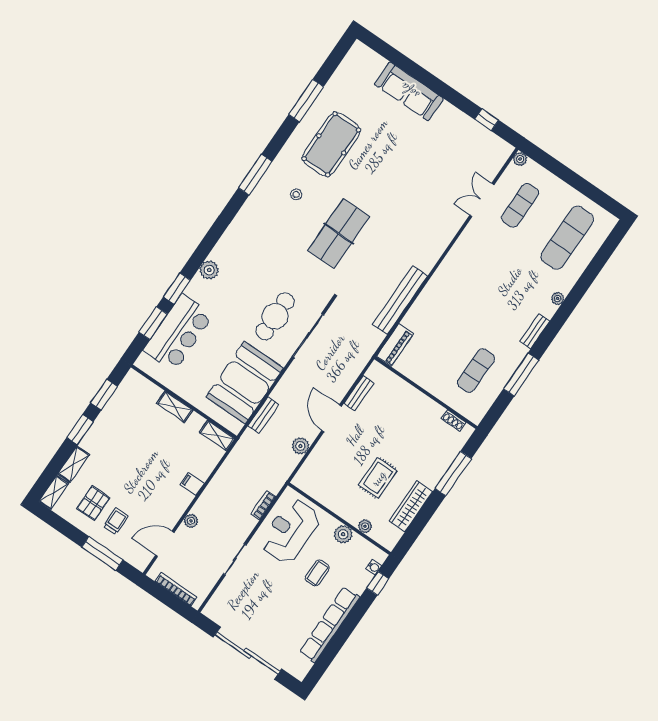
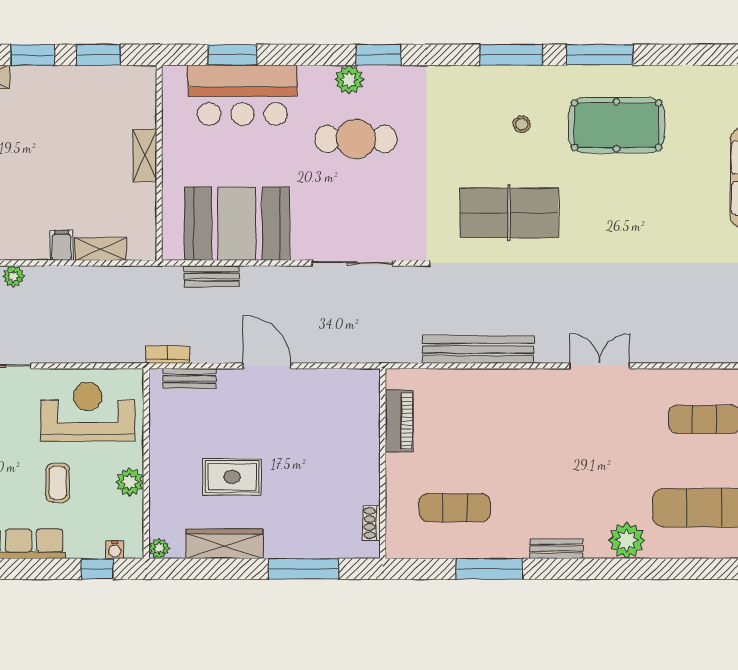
window: (306, 101) -> (600, 55), moved
double door: (482, 200) -> (600, 366), moved
window: (177, 289) -> (378, 55), moved
plant: (558, 299) -> (627, 540), width x1.88, depth x1.88
cafe table: (275, 316) -> (356, 139), moved
piano: (395, 345) -> (399, 421), moved, turned -90
bench: (359, 393) -> (190, 378), moved
door: (332, 419) -> (267, 366), hinge flipped
shelving: (217, 436) -> (100, 249), moved, turned 90
plant: (300, 446) -> (205, 350), removed
bookcase: (263, 505) -> (168, 355), moved
plant: (365, 526) -> (159, 548), moved
coffee table: (317, 573) -> (58, 483), turned 90

